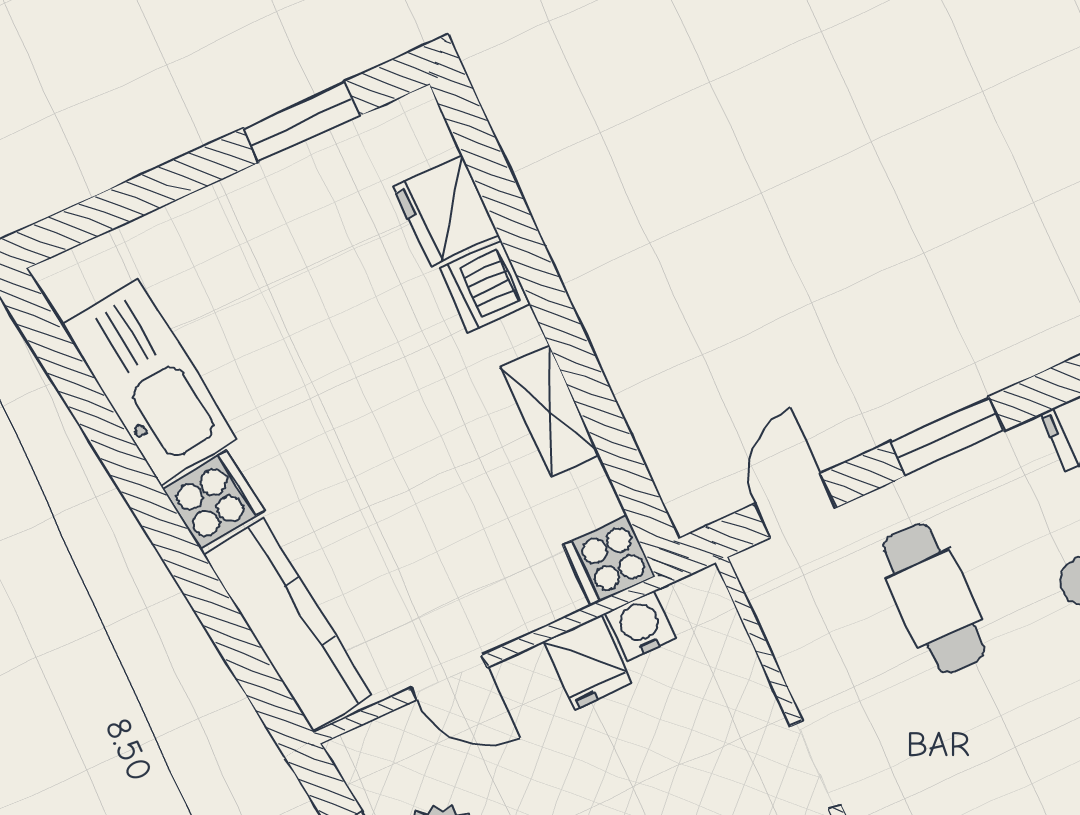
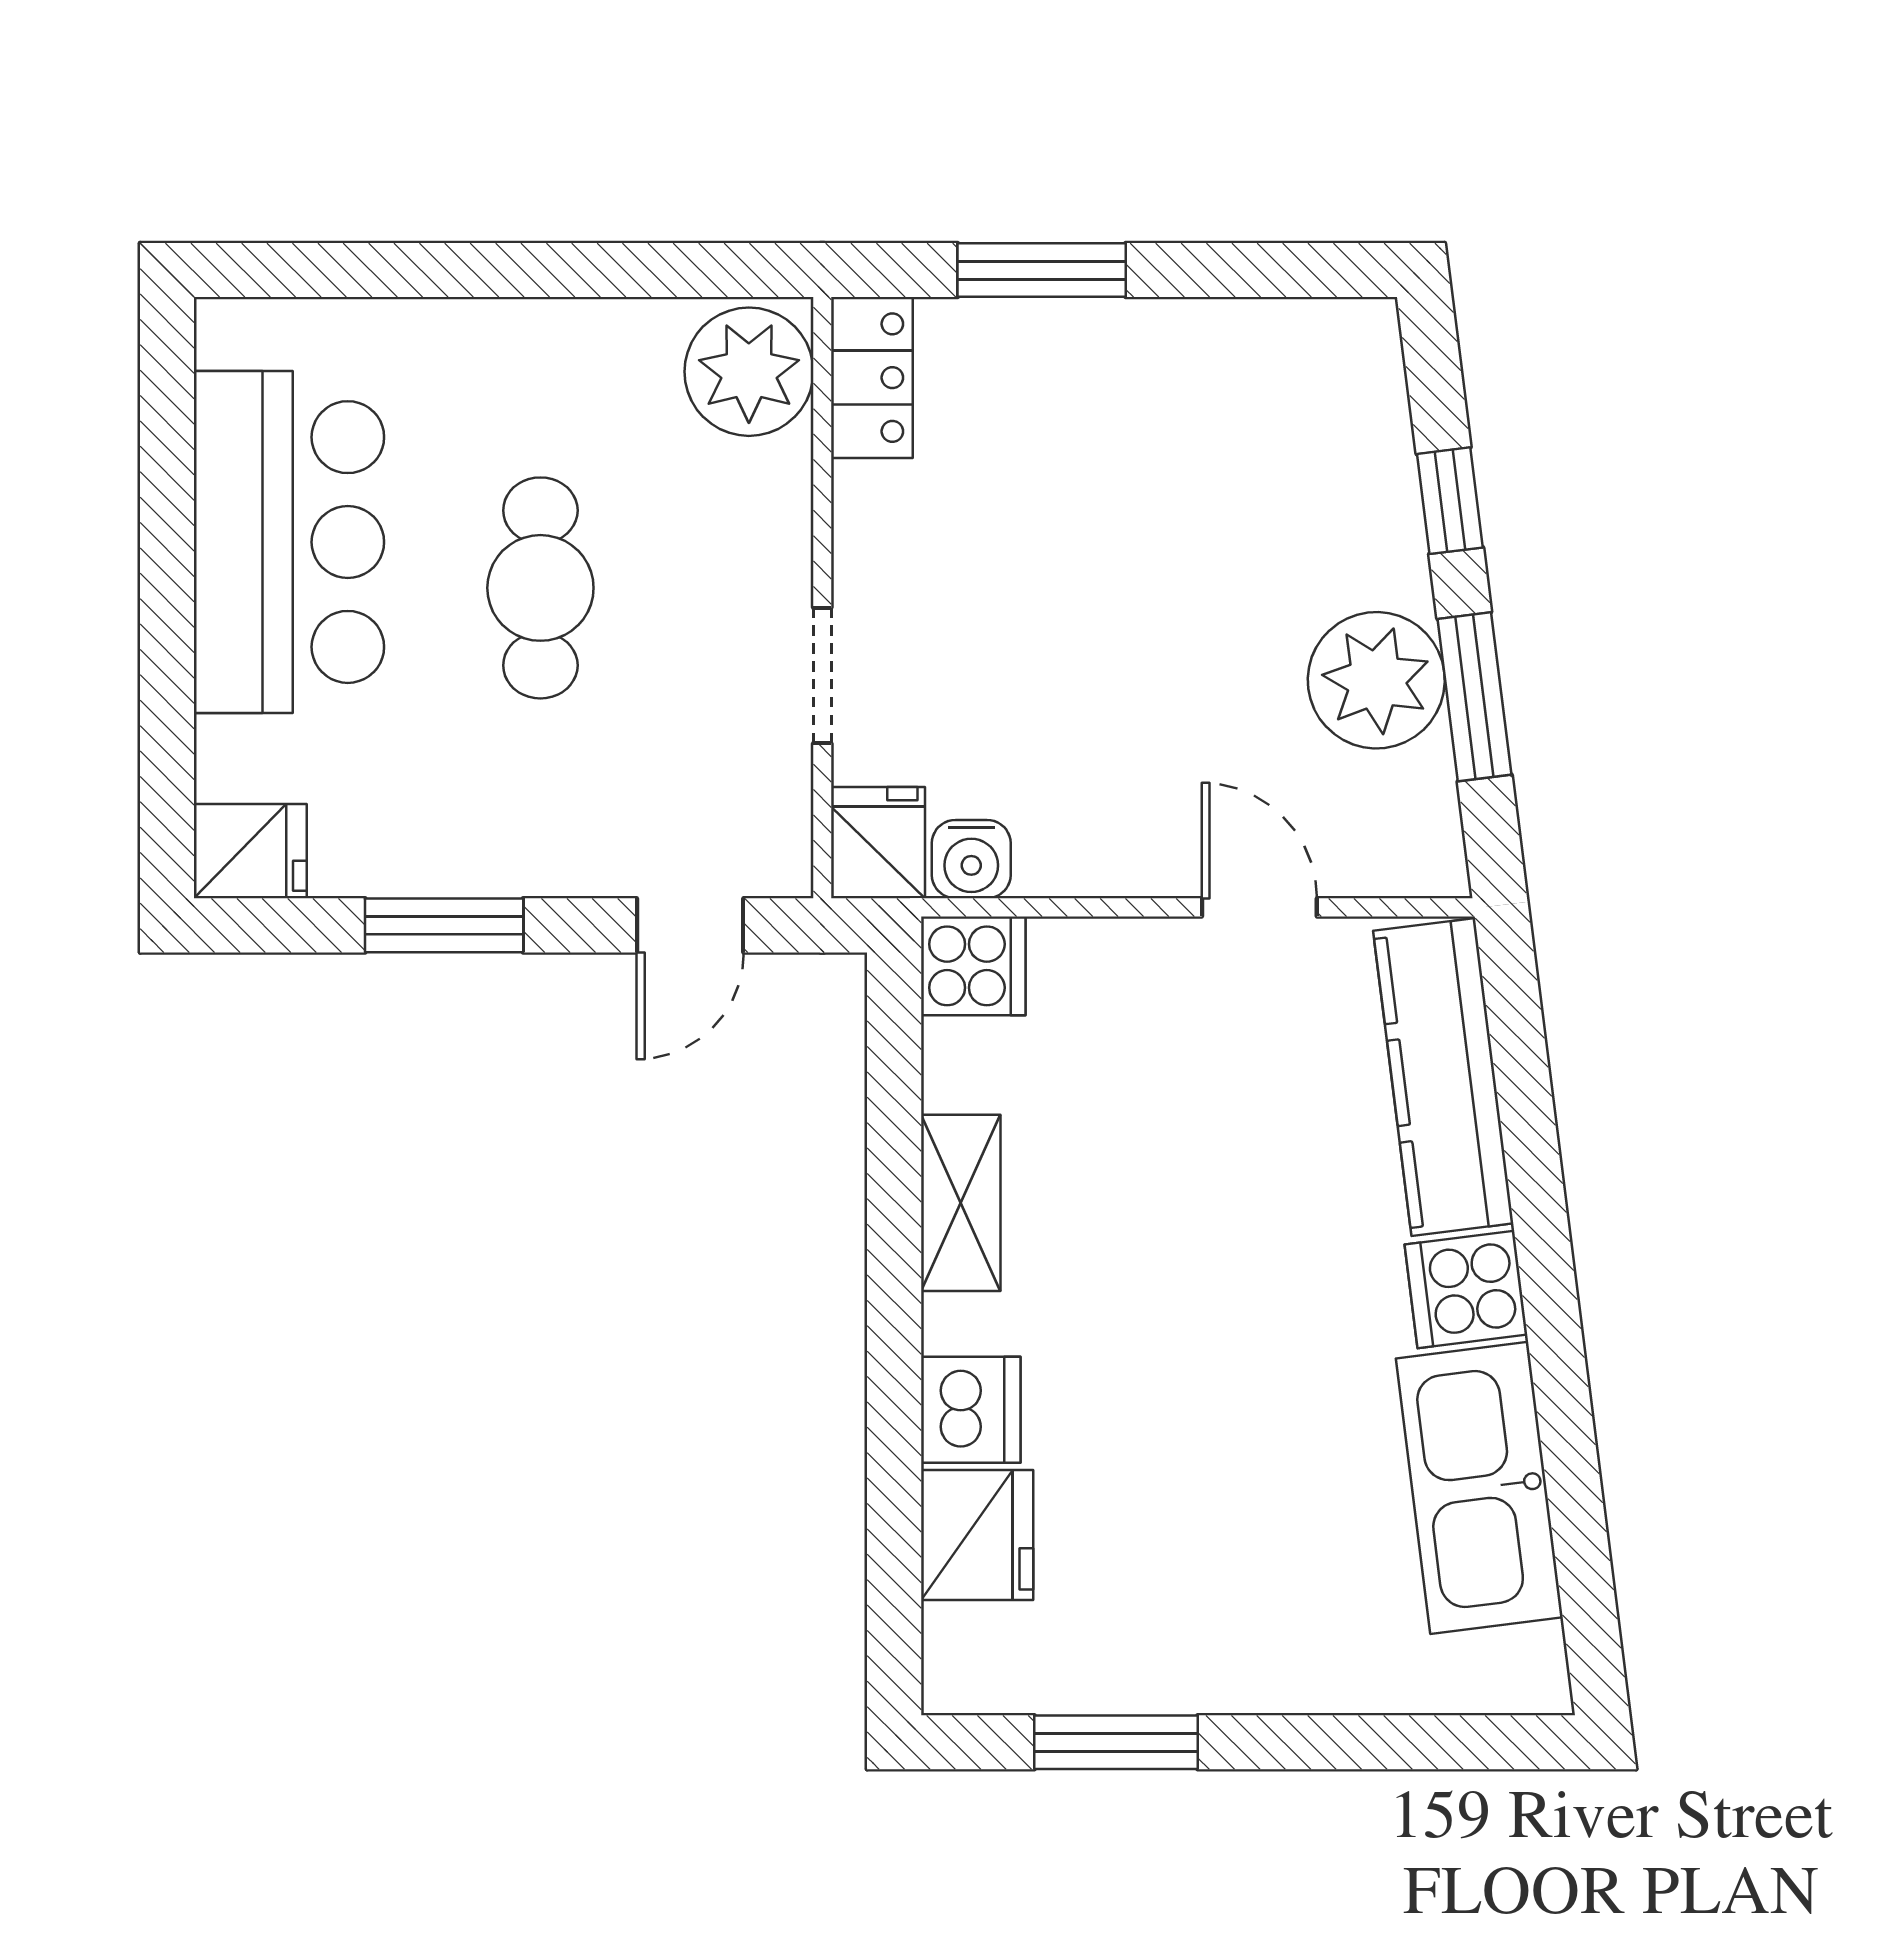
cafe table: (934, 598) -> (540, 588), moved
fridge: (588, 663) -> (878, 843), moved
doorway: (815, 765) -> (822, 675), moved

